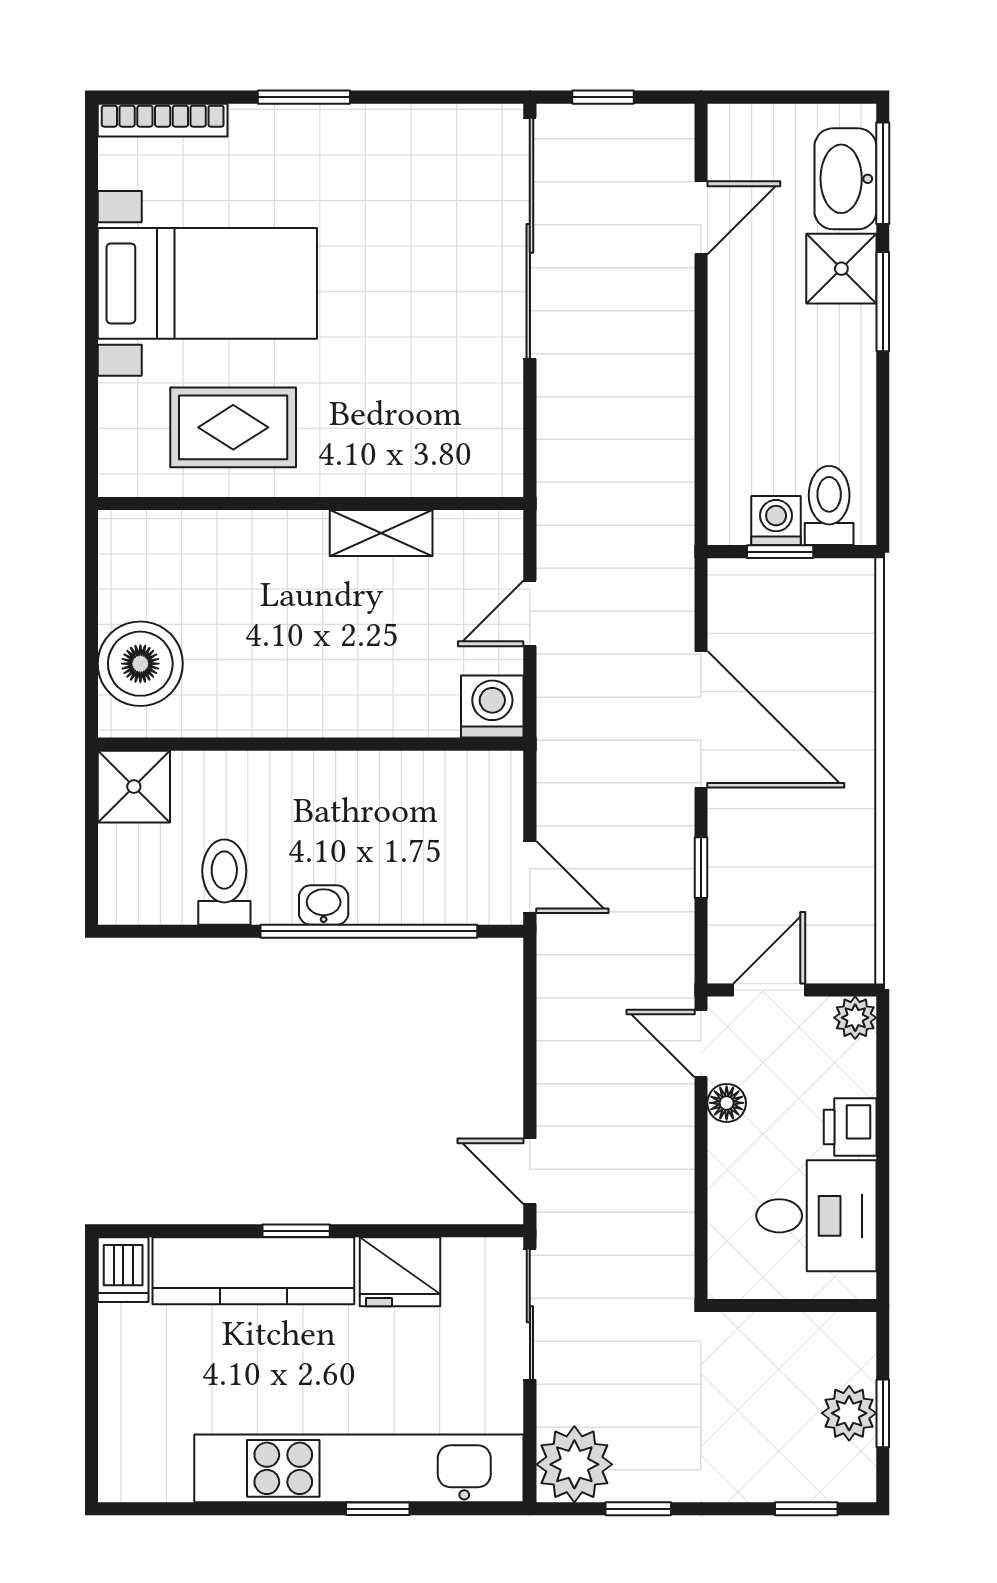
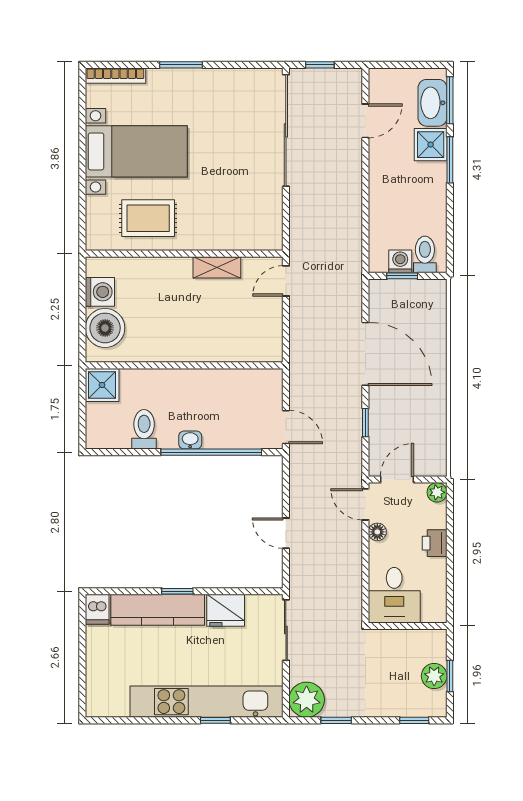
door: (530, 613) -> (286, 281), moved
washing machine: (492, 707) -> (100, 292), moved, turned 90
door: (530, 1171) -> (286, 533), moved
desk: (816, 1216) -> (394, 595), moved, turned 90

